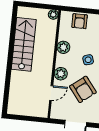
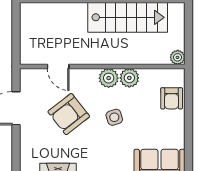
armchair: (80, 21) -> (172, 98), turned -90
plant: (61, 74) -> (109, 78), moved

